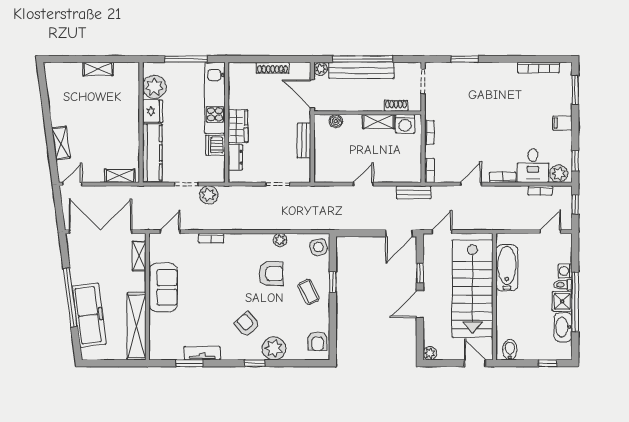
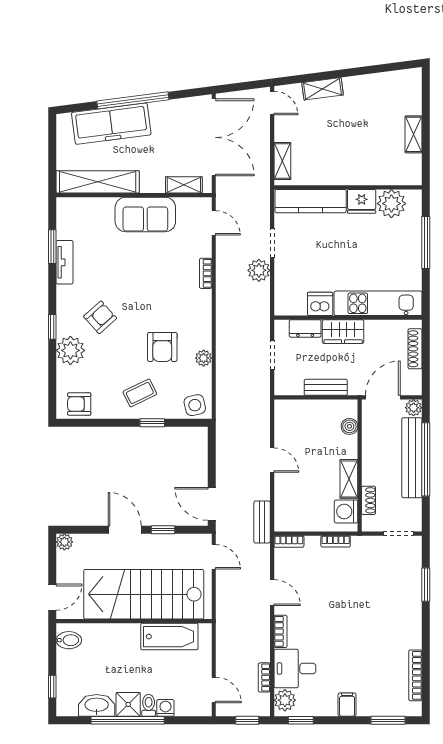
kitchen unit: (215, 98) -> (378, 303), moved
wall: (227, 122) -> (348, 318), moved
wardrobe: (238, 126) -> (343, 332), moved
dishwasher: (215, 145) -> (320, 304), moved
dresser: (235, 157) -> (305, 328), moved

